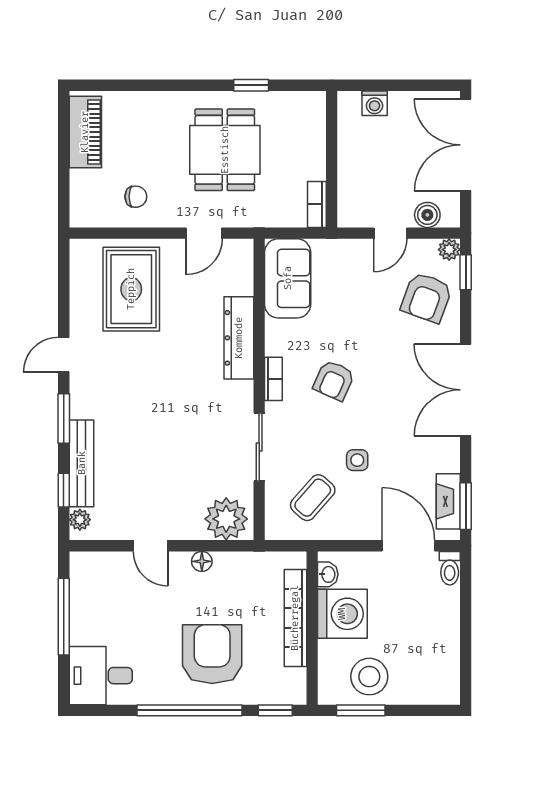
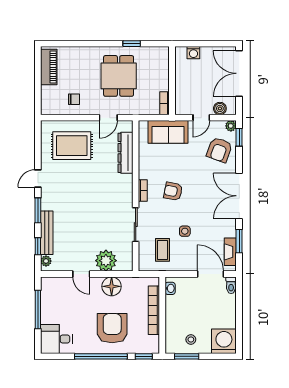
sofa: (288, 278) -> (168, 132), moved, turned 90
rug: (131, 289) -> (72, 146), turned 90
dresser: (239, 338) -> (126, 153), moved
armchair: (334, 380) -> (173, 191), turned 77
coffee table: (313, 498) -> (163, 250), turned -41
window: (466, 506) -> (239, 241), moved
plant: (226, 519) -> (106, 261), moved
floor lamp: (202, 561) -> (112, 286), width x1.89, depth x1.89
washing machine: (342, 614) -> (224, 341), moved, turned -90
stool: (369, 677) -> (191, 339), width x0.53, depth x0.53

